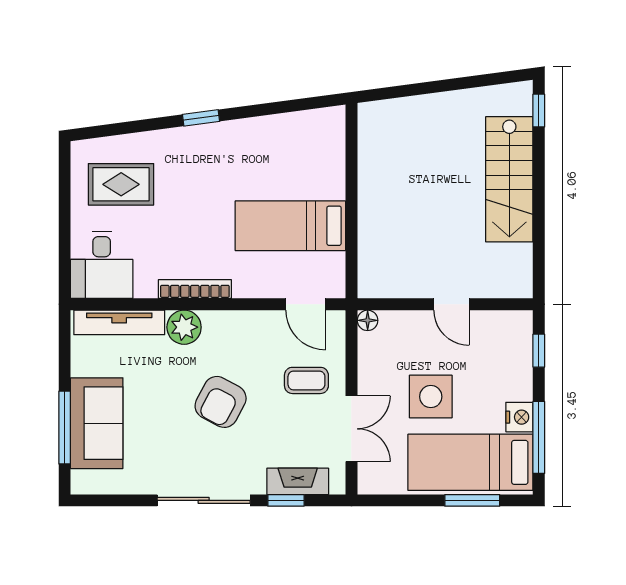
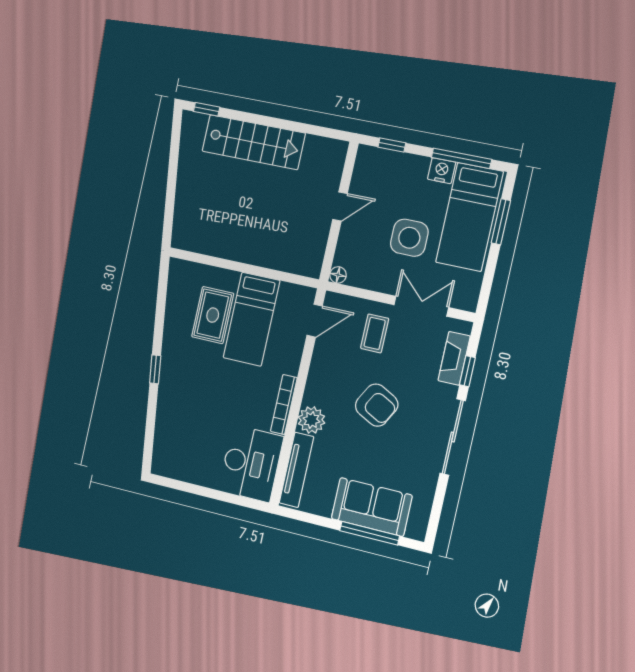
rug: (121, 184) -> (213, 315), moved
desk: (102, 265) -> (251, 464), width x1.37

